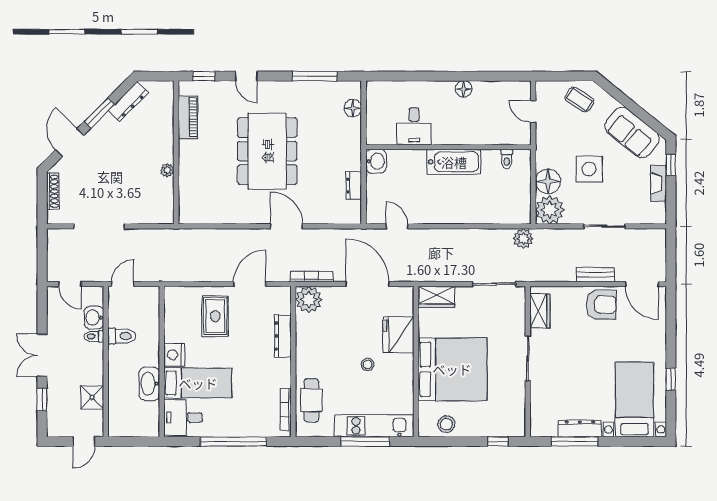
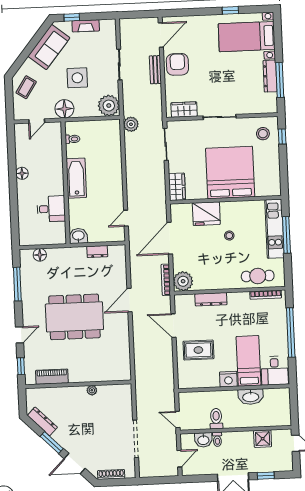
floor lamp: (548, 181) -> (64, 109), moved
stool: (446, 424) -> (263, 134), moved

